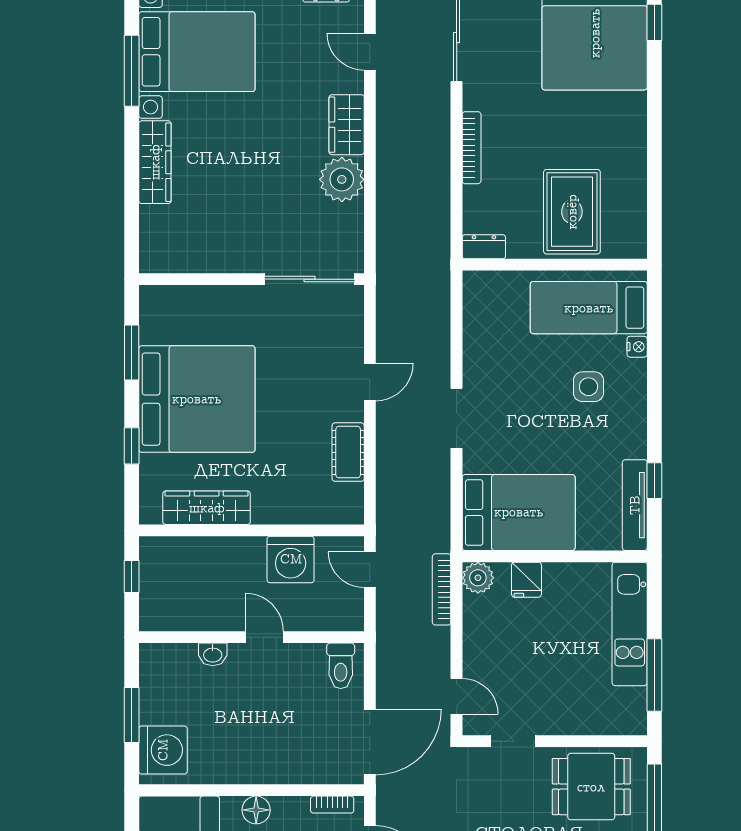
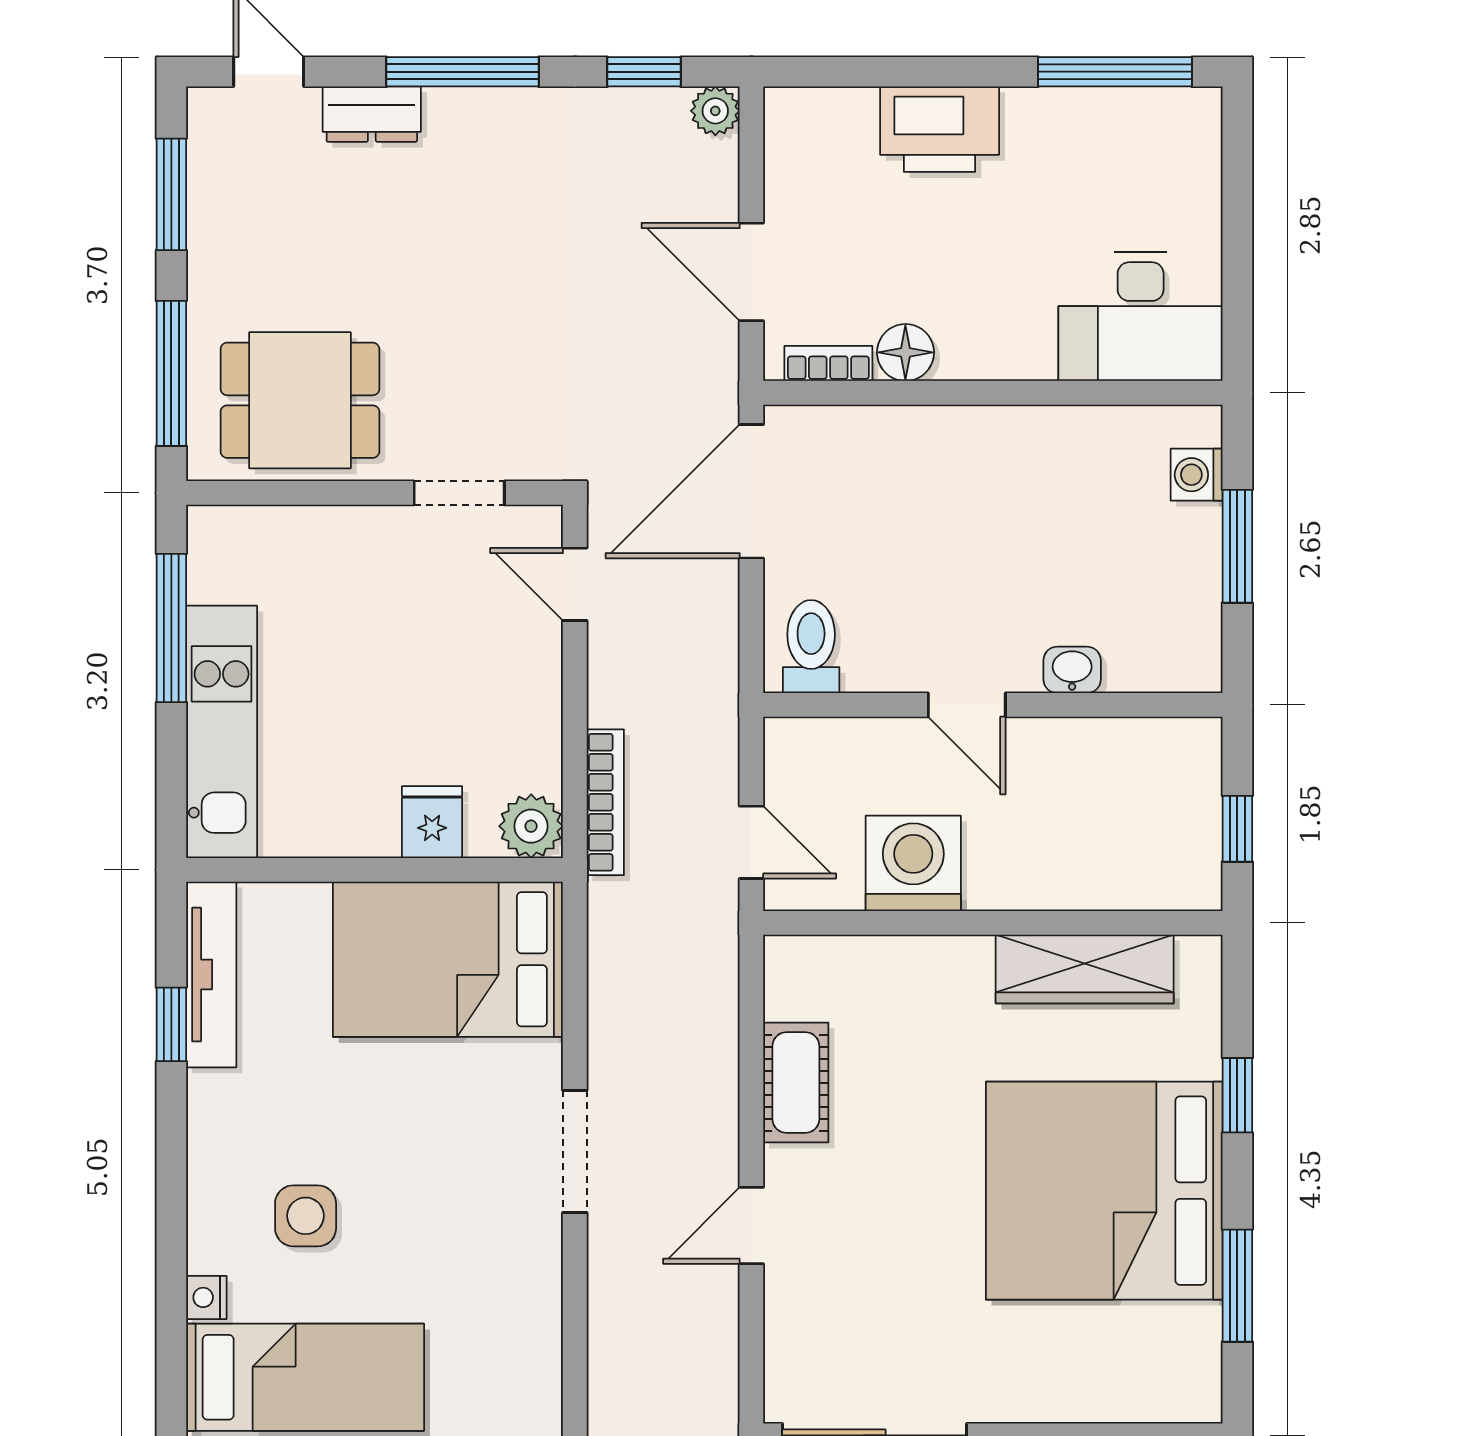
washing machine: (163, 750) -> (1197, 475), width x0.53, depth x0.53
floor lamp: (256, 810) -> (905, 352), moved

